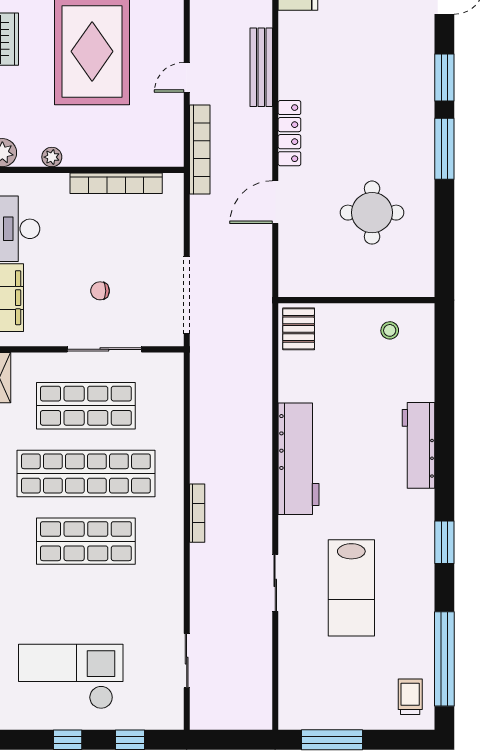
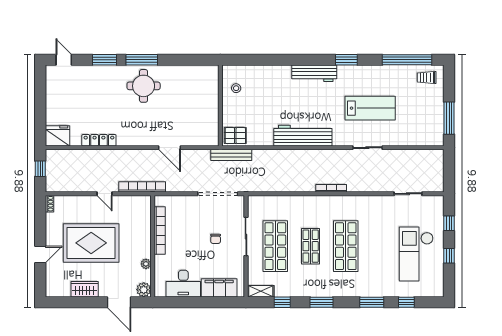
bench: (261, 67) -> (231, 155), moved
locker: (289, 133) -> (99, 140), moved
round table: (372, 213) -> (144, 86), moved
workbench: (418, 445) -> (314, 73), moved
shop shelf: (86, 473) -> (311, 246), width x0.50, depth x0.74

